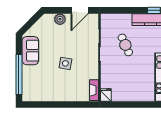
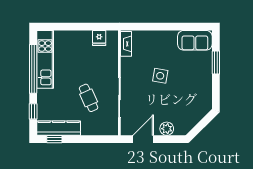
sofa: (30, 51) -> (195, 40), moved, turned -90
window: (19, 75) -> (216, 63), width x0.47
fridge: (106, 95) -> (99, 38), moved

